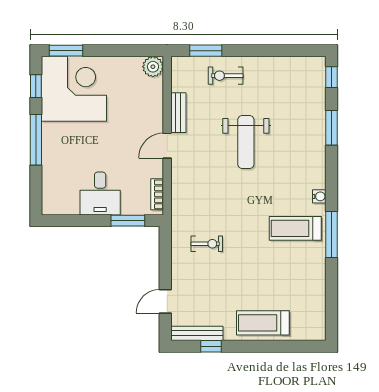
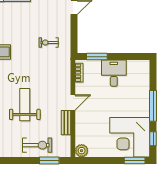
exercise bike: (226, 76) -> (37, 145), width x1.38, depth x1.39

